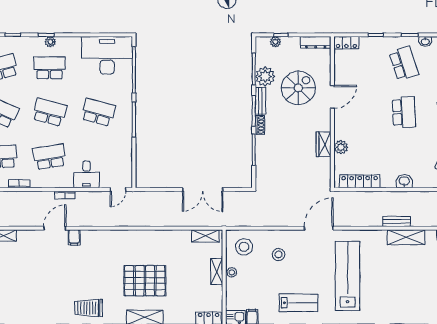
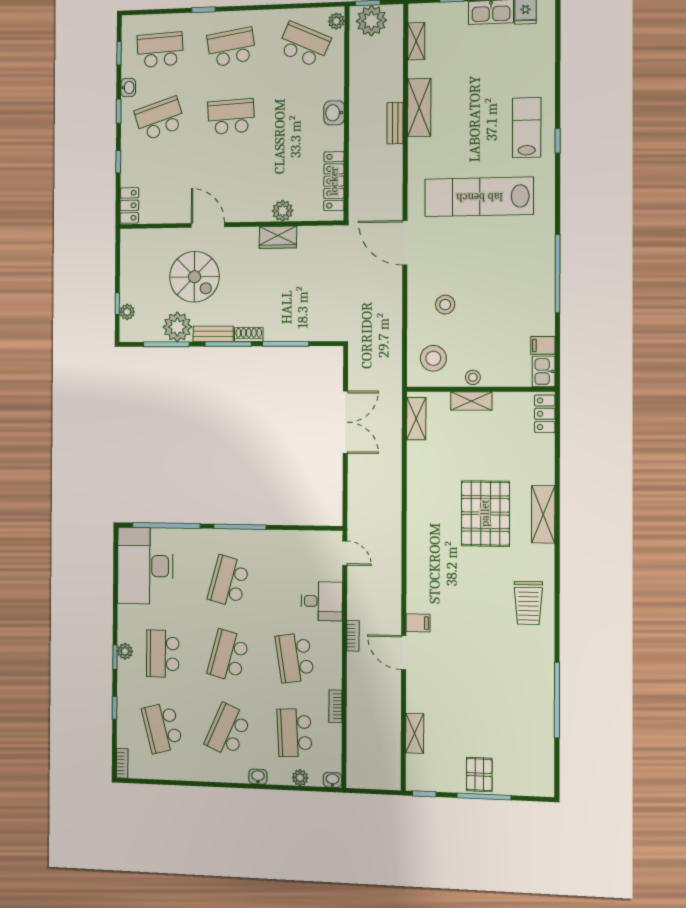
dresser: (316, 42) -> (128, 251), removed
spiral stairs: (298, 88) -> (194, 277), turned 180
lab bench: (299, 303) -> (527, 128), moved

